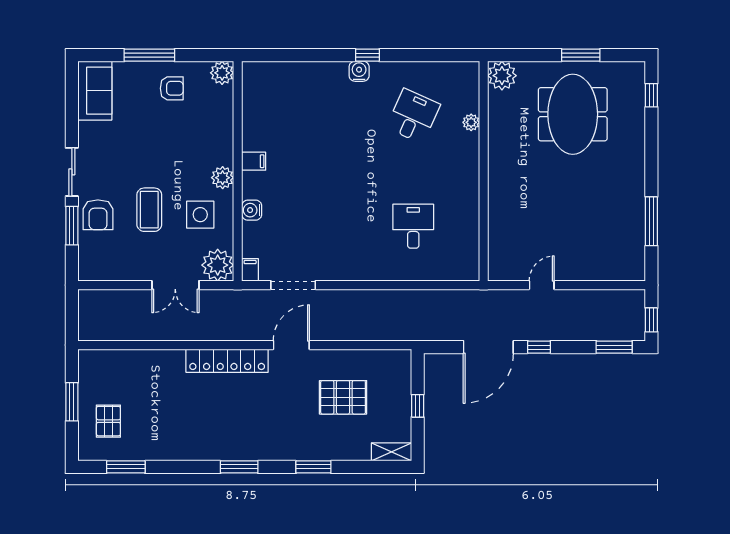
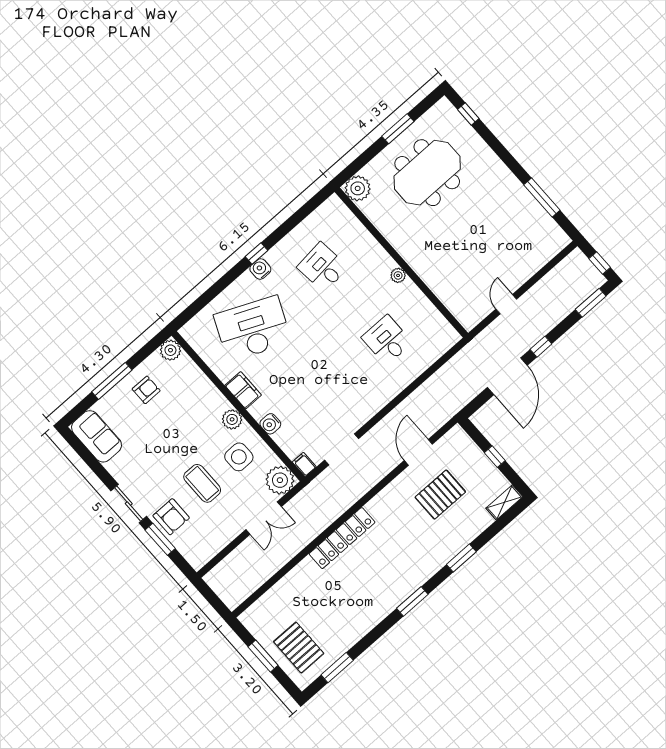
meeting table: (573, 114) -> (427, 173), turned 90
desk: (308, 116) -> (253, 329), added
desk: (413, 116) -> (322, 267), turned -30
plant: (471, 122) -> (398, 275), moved
filing cabinet: (254, 161) -> (243, 390), width x2.00
door: (291, 345) -> (418, 452), moved
pallet: (108, 421) -> (299, 648), width x1.50, depth x1.42

